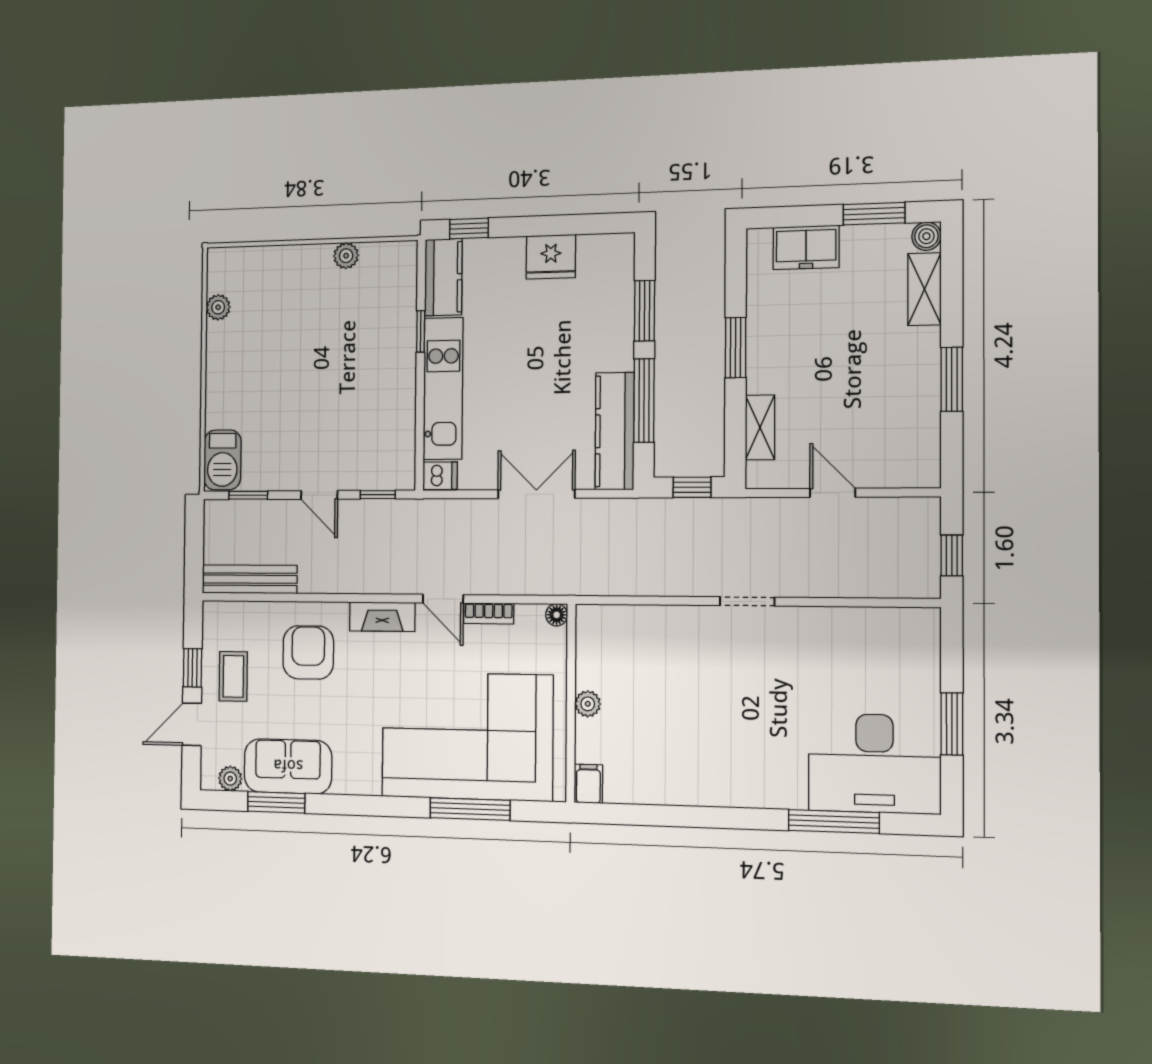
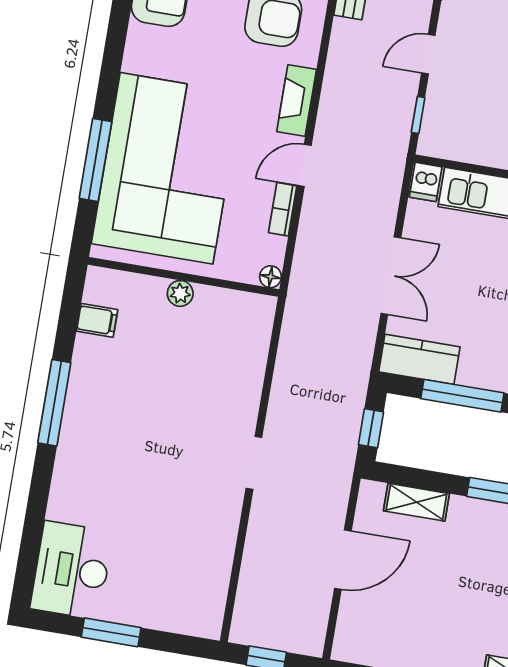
kitchen counter: (615, 431) -> (419, 359), width x0.67
door: (833, 493) -> (343, 560), width x1.38
desk: (874, 763) -> (72, 570), width x0.73, depth x0.77
filing cabinet: (588, 784) -> (97, 320), moved
window: (834, 822) -> (54, 403), moved

